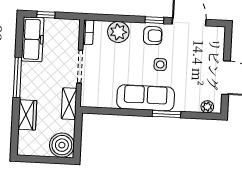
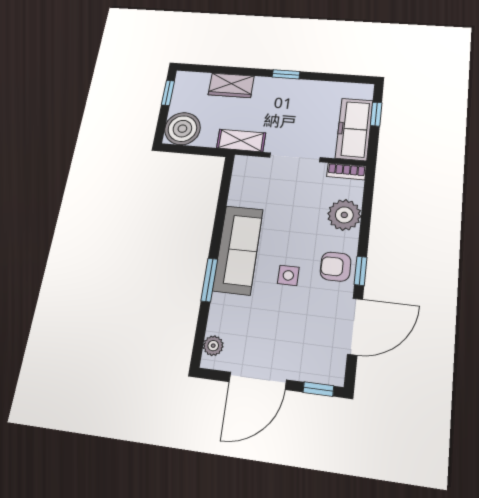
armchair: (153, 36) -> (336, 267), turned 90
freezer: (33, 39) -> (354, 129), moved, turned 90
window: (228, 41) -> (318, 389), added
window: (17, 77) -> (286, 74), width x0.46
window: (35, 159) -> (168, 93), added

